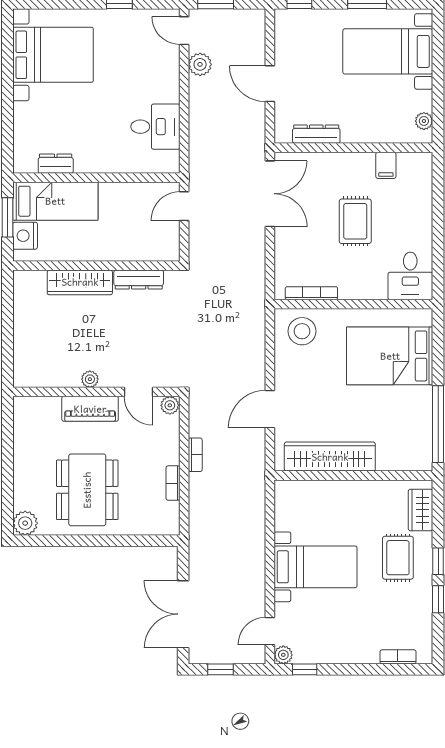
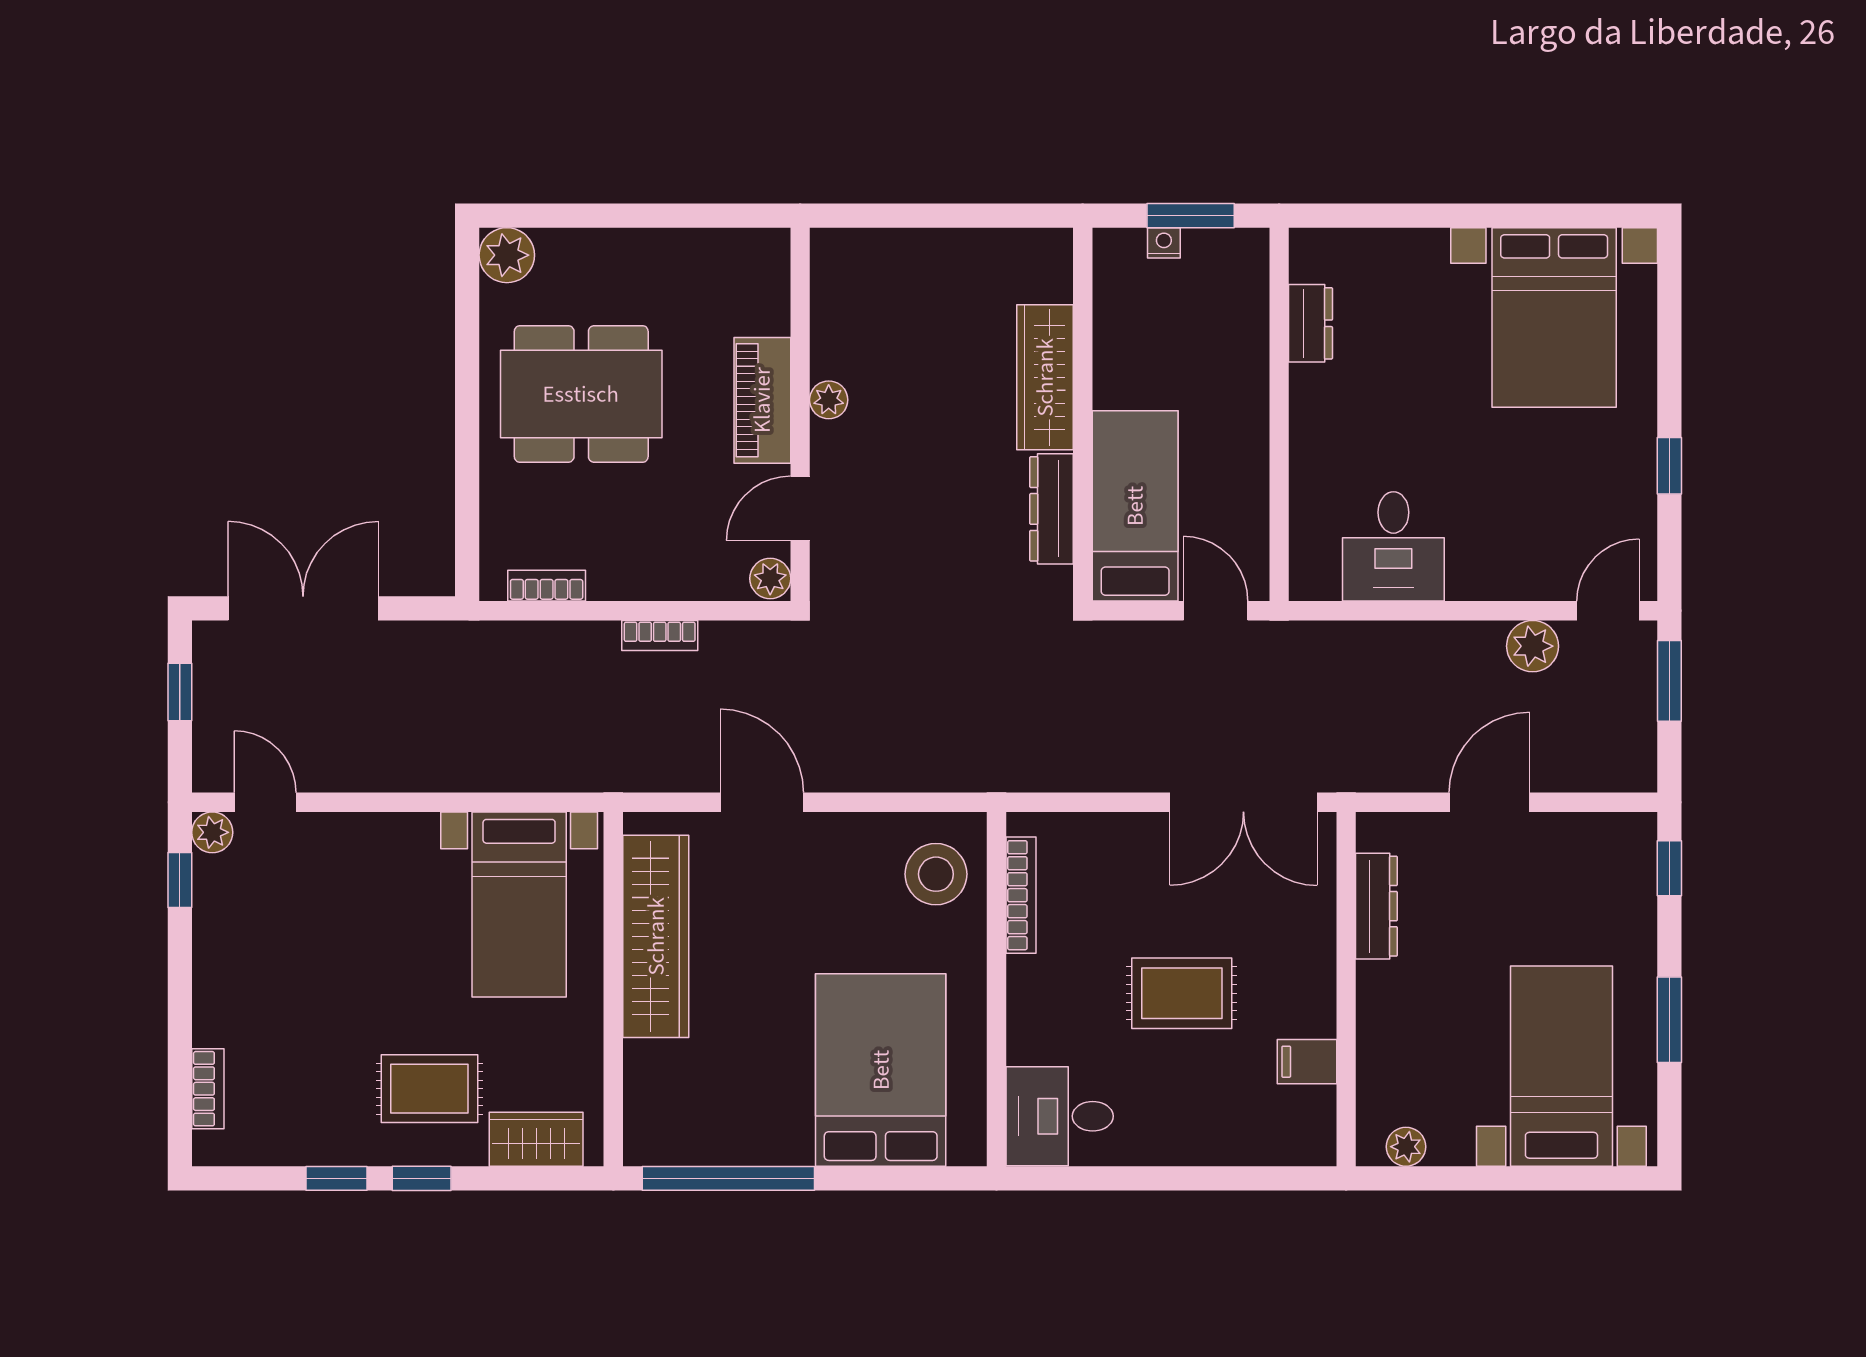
bed: (55, 201) -> (1135, 506), moved, turned 180
nightstand: (25, 236) -> (1164, 243), width x0.53, depth x0.56
bookcase: (173, 483) -> (547, 586), moved
bed with nightstands: (316, 567) -> (519, 904), moved

